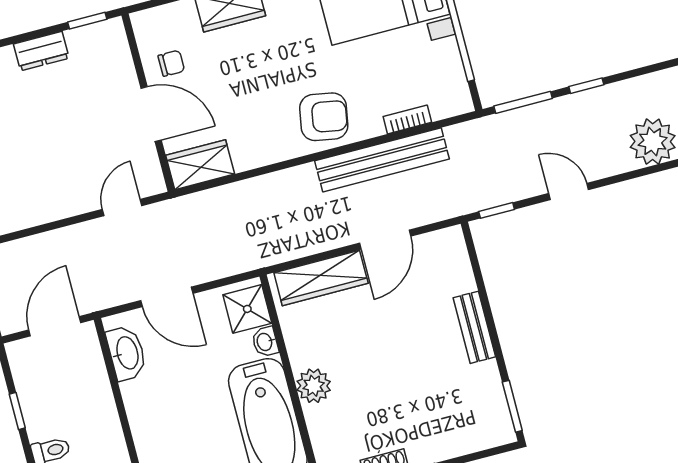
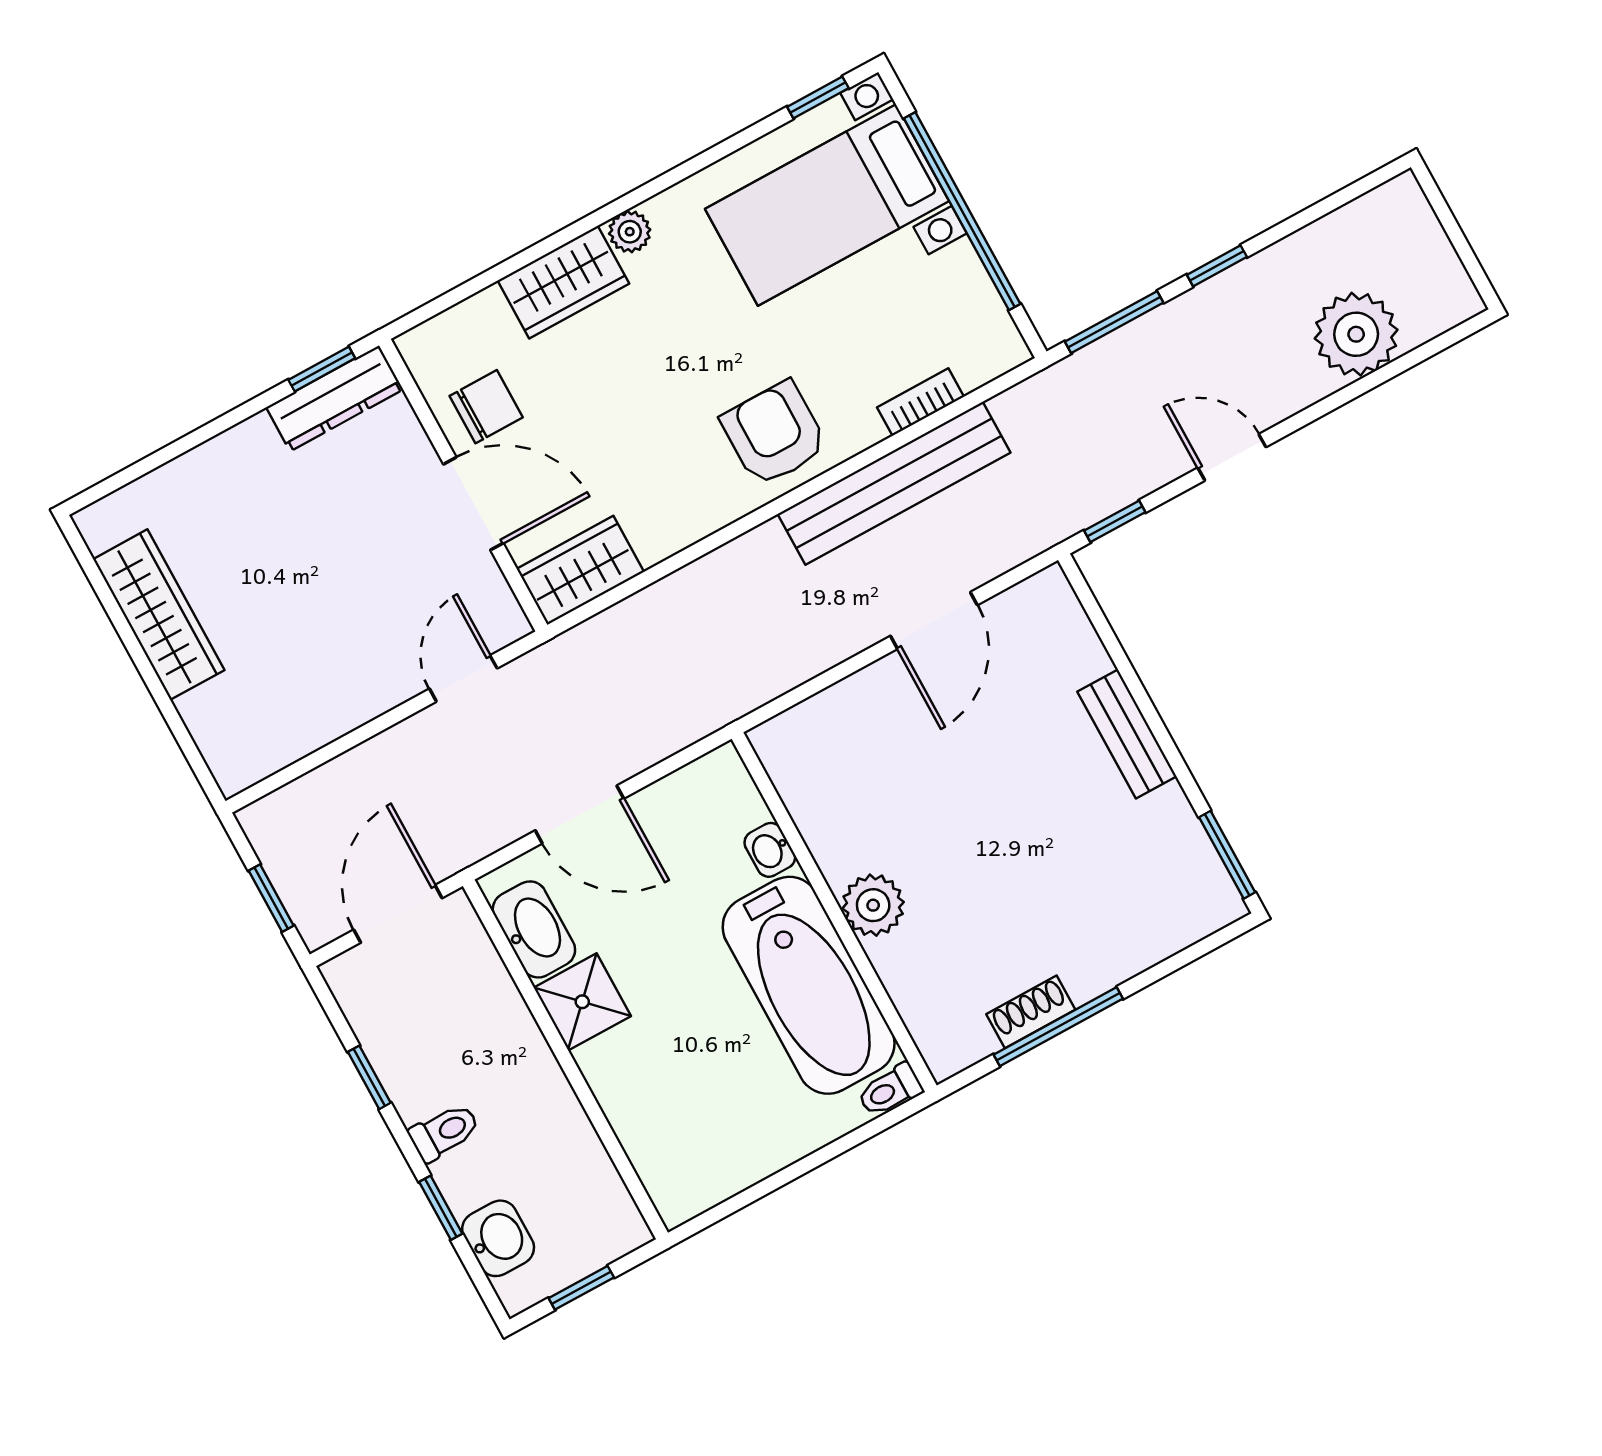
dresser: (41, 51) -> (335, 398), moved, width x1.44
chair: (171, 63) -> (486, 407), width x1.37, depth x1.37
armchair: (324, 117) -> (774, 434), turned -100
wardrobe: (321, 278) -> (839, 715), removed
shower: (247, 309) -> (582, 1002), moved

